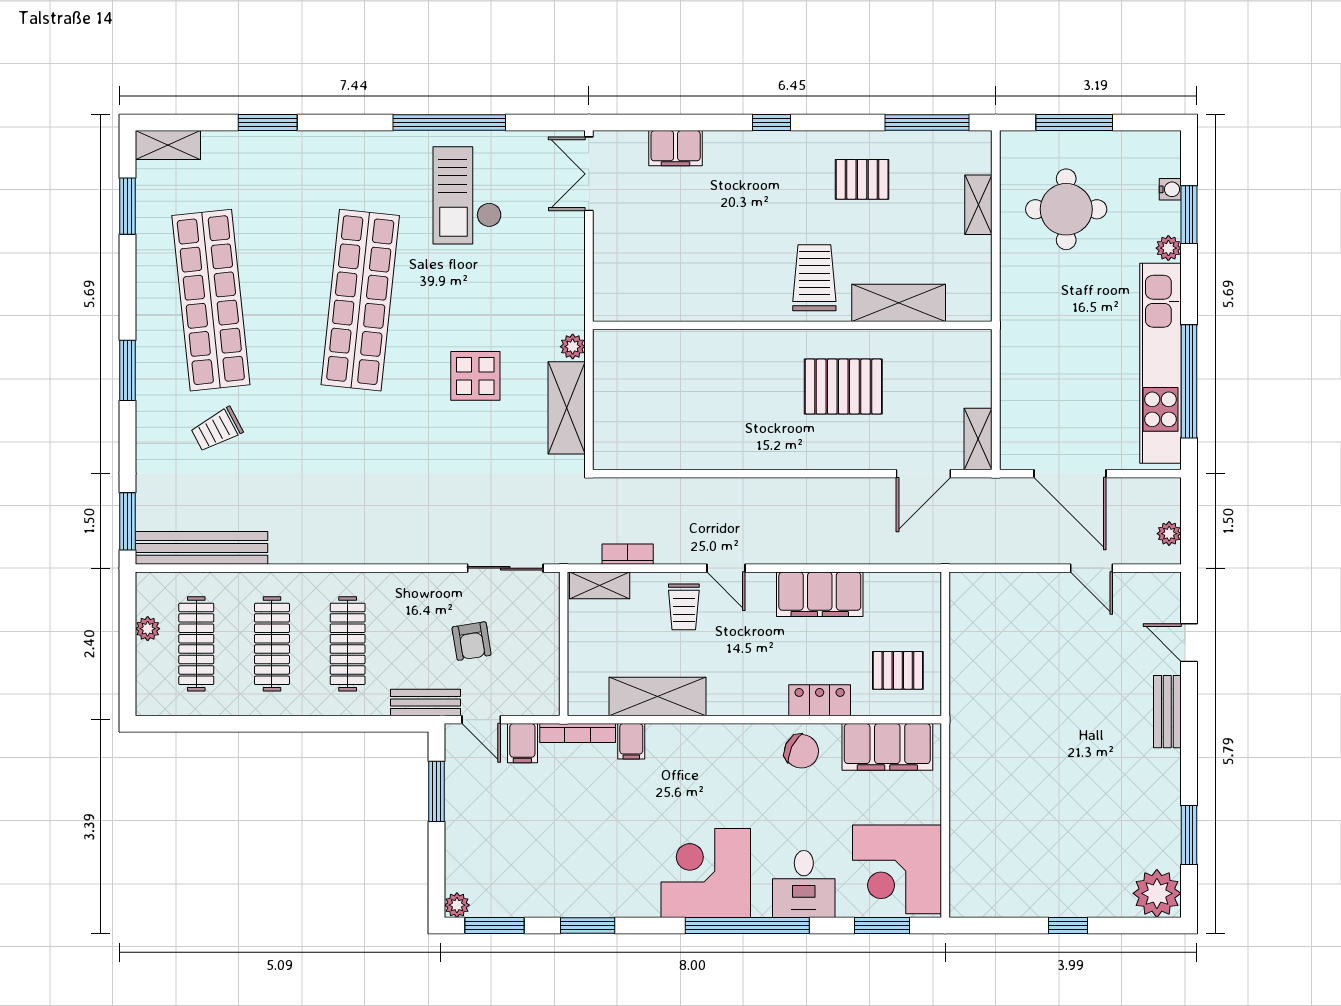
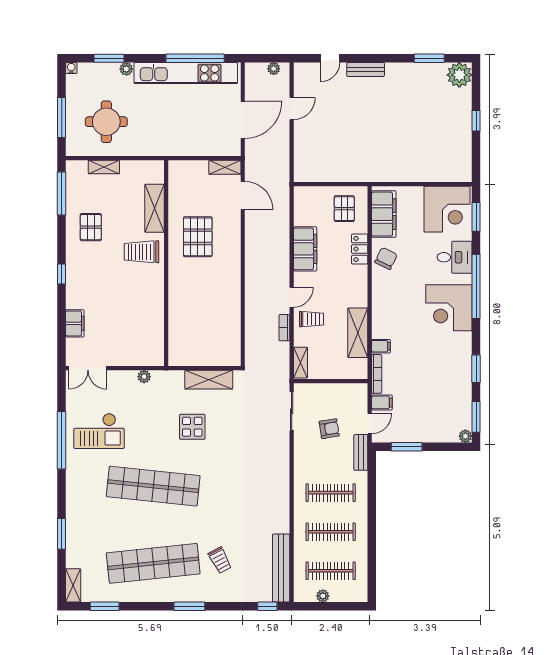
water cooler: (1170, 189) -> (71, 68), moved
plant: (573, 347) -> (144, 377), moved
window: (127, 521) -> (267, 606), width x0.67
bookcase: (628, 554) -> (284, 328), moved

